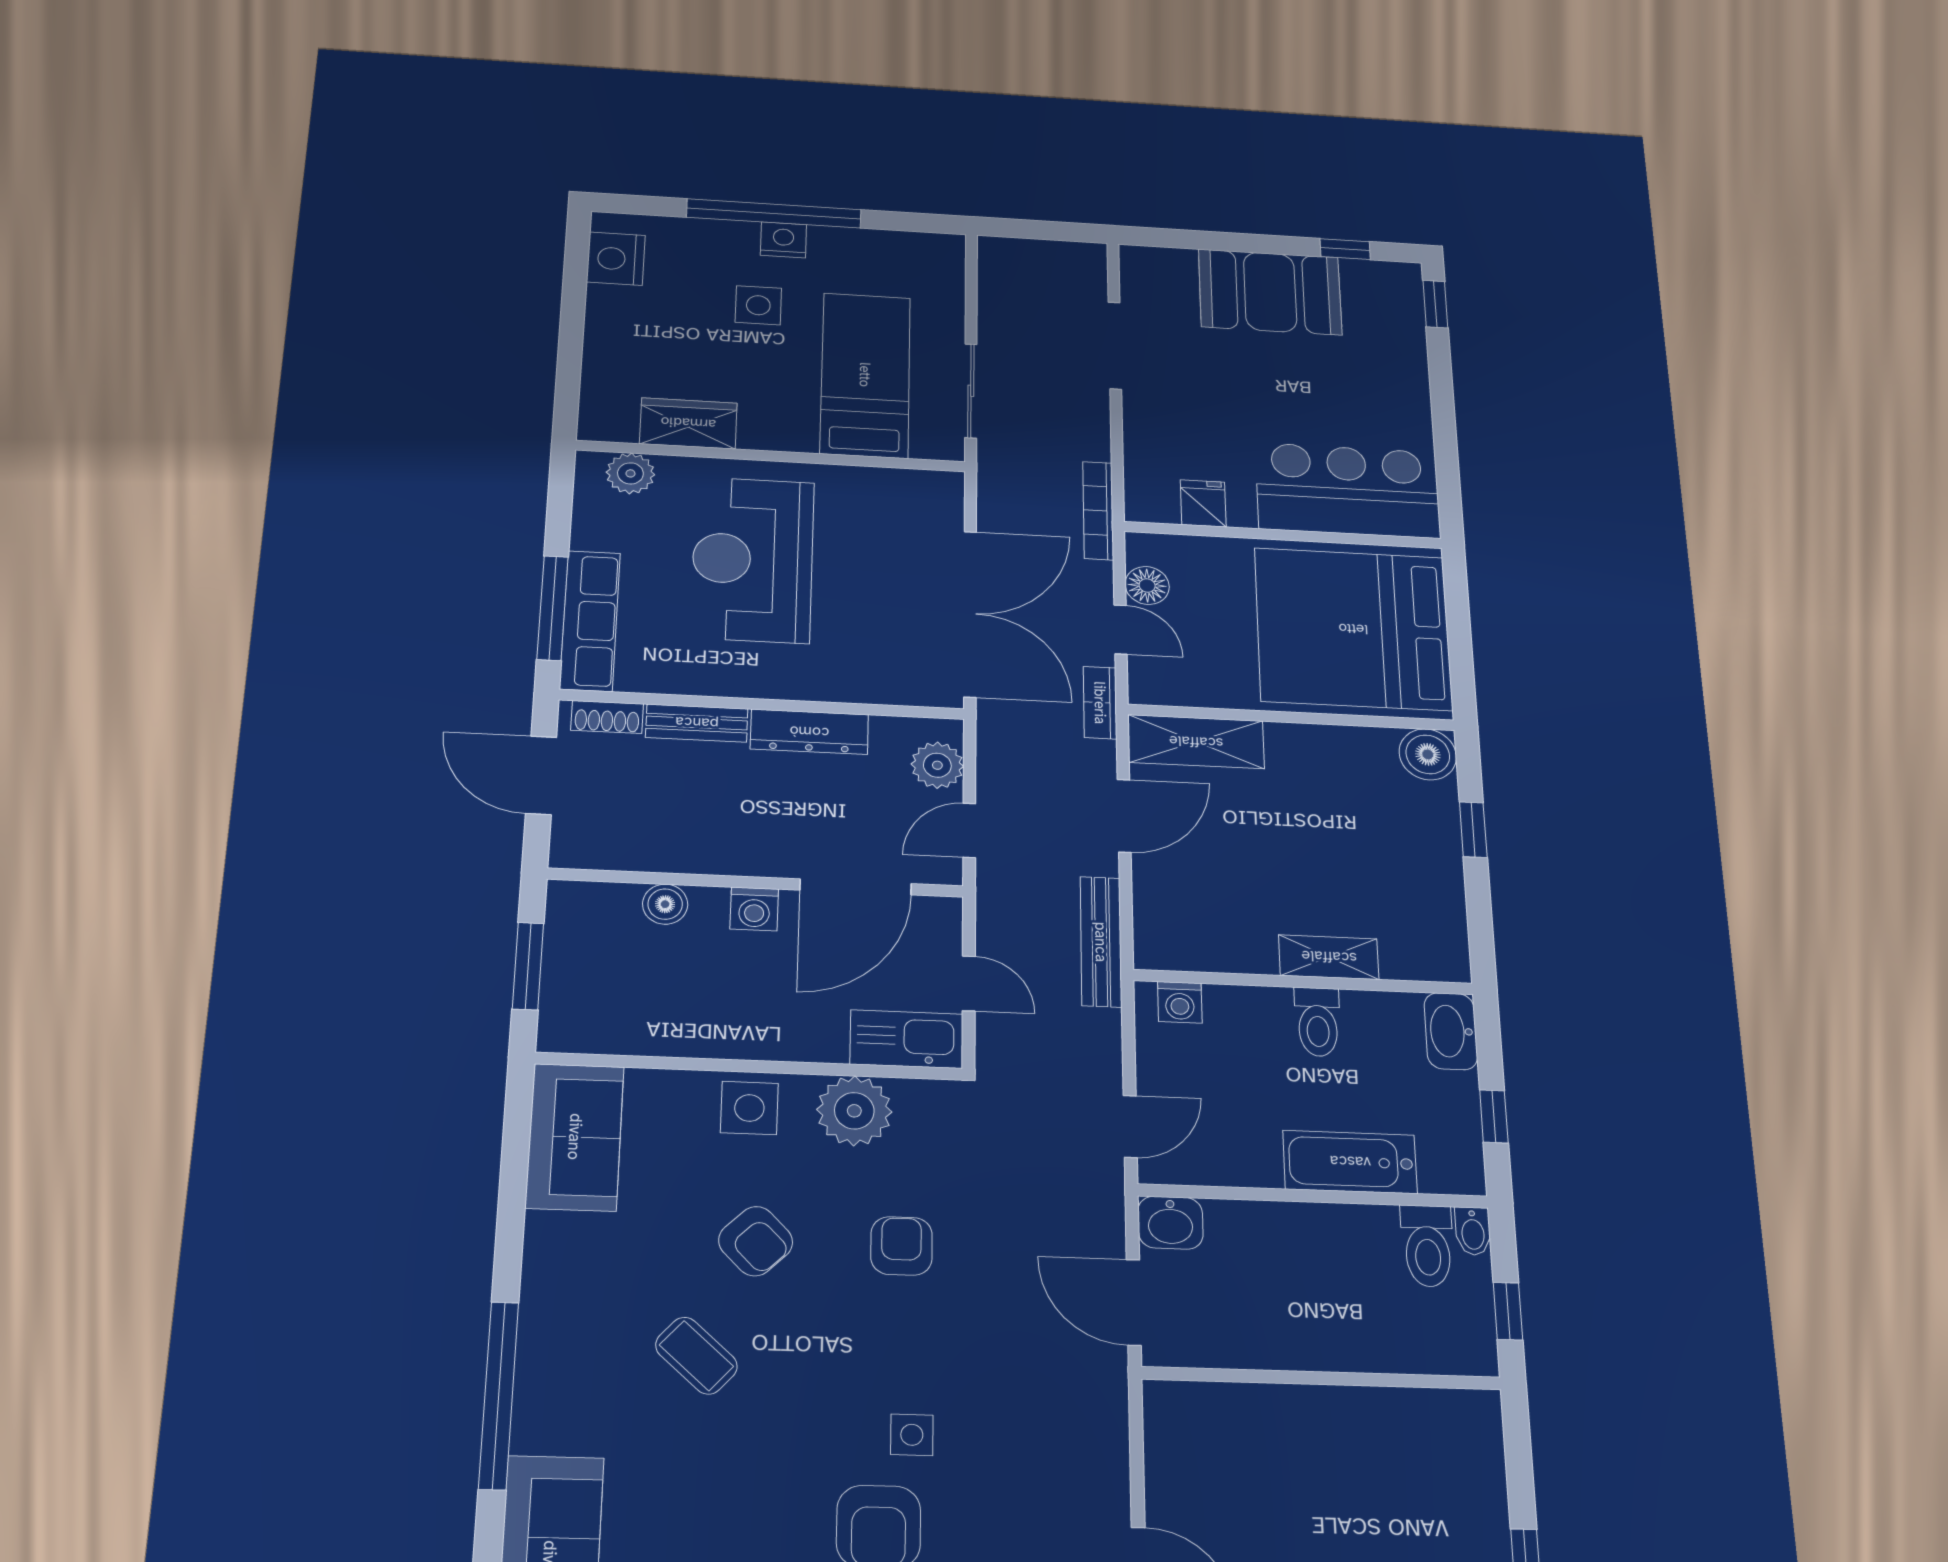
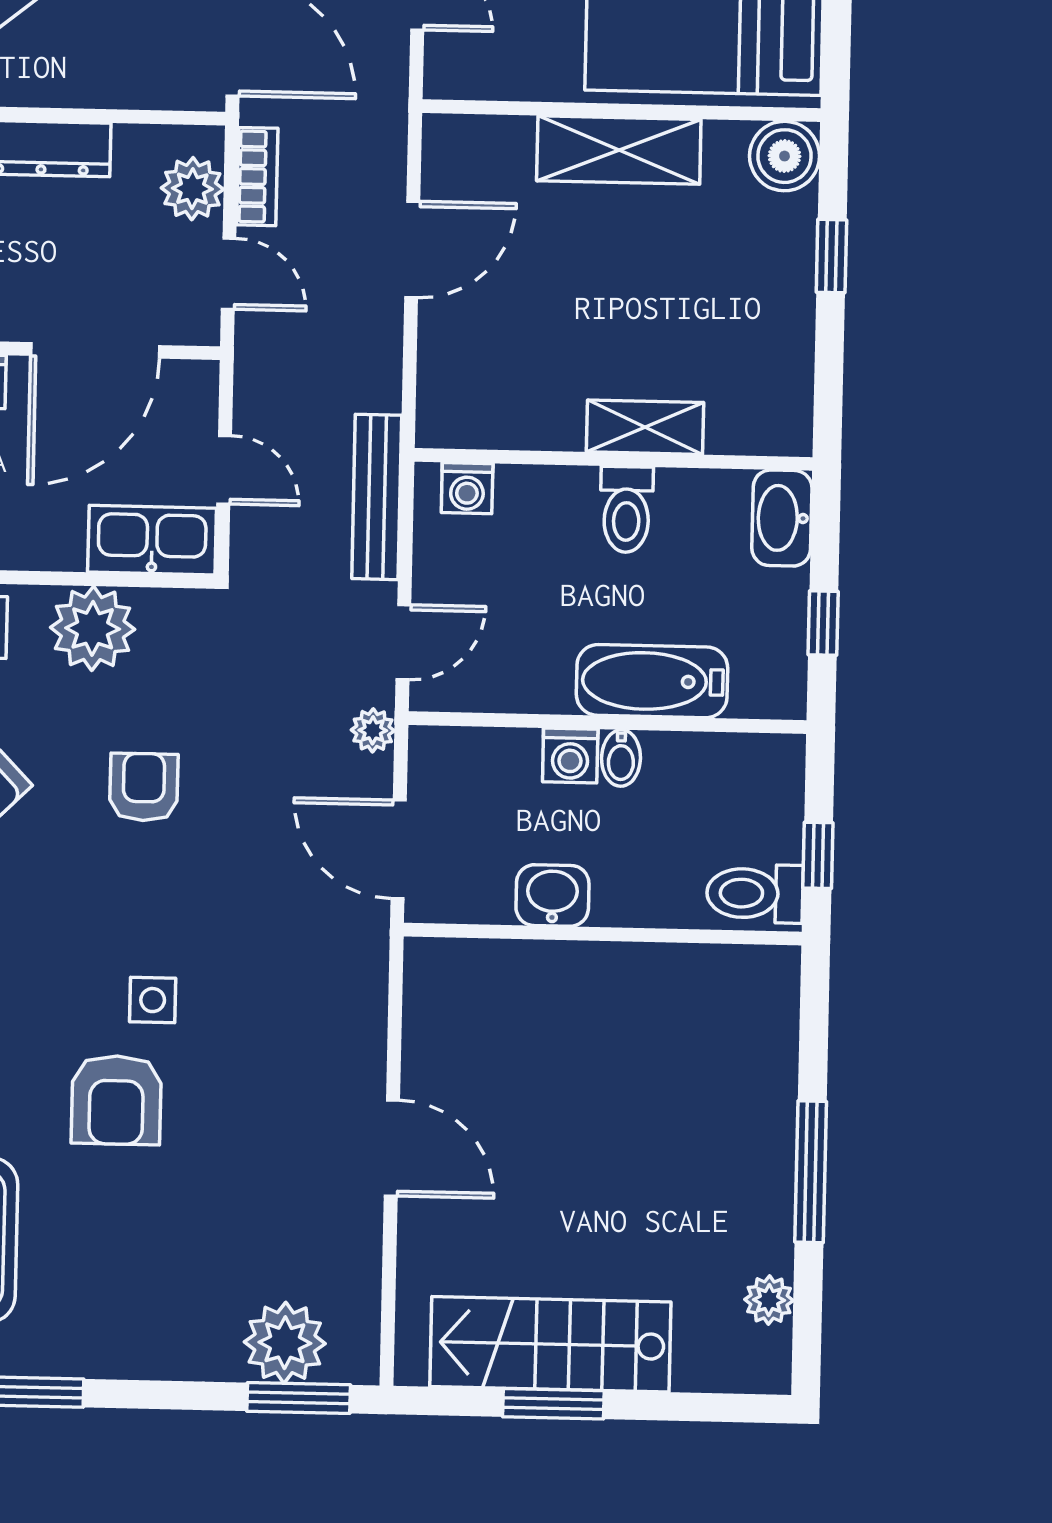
bookcase: (1100, 703) -> (257, 177), moved, turned 180
shelving: (1196, 742) -> (619, 150), moved
door: (969, 830) -> (229, 274), swing flipped
bench: (1101, 942) -> (377, 497), moved
plant: (1106, 1200) -> (373, 730), added
washbasin: (1170, 1223) -> (552, 895), moved, turned 180
washing machine: (1283, 1223) -> (570, 756), added
bidet: (1473, 1231) -> (621, 758), moved
toilet: (1427, 1246) -> (755, 893), moved, turned 90

